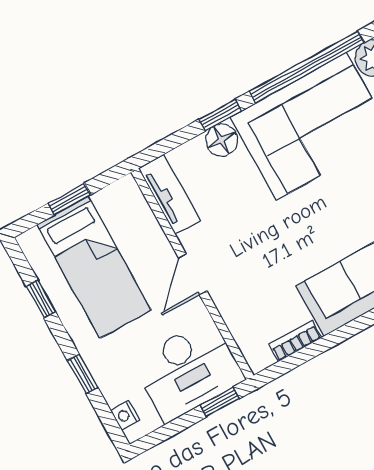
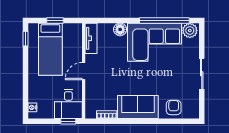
window: (220, 115) -> (125, 20), removed
window: (41, 299) -> (25, 39), moved
desk: (188, 370) -> (68, 104), width x0.73
window: (82, 374) -> (25, 85), removed

